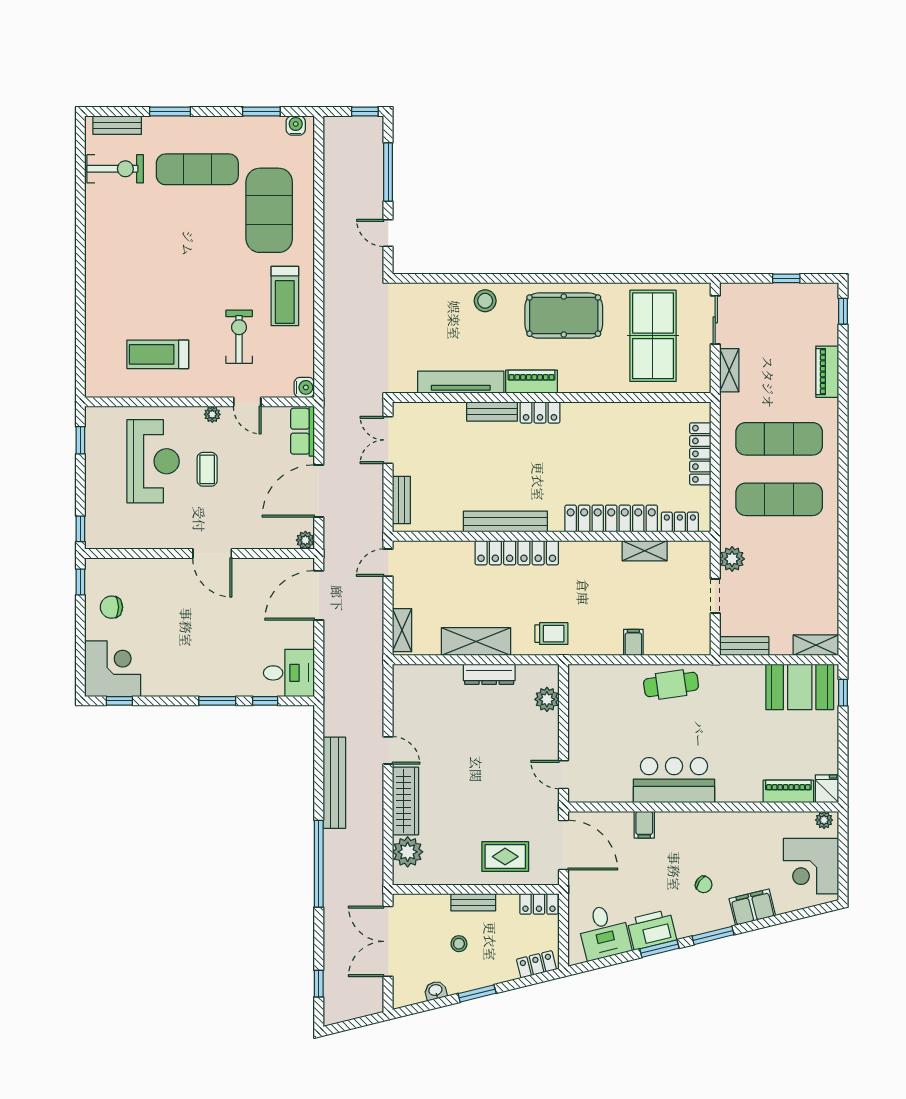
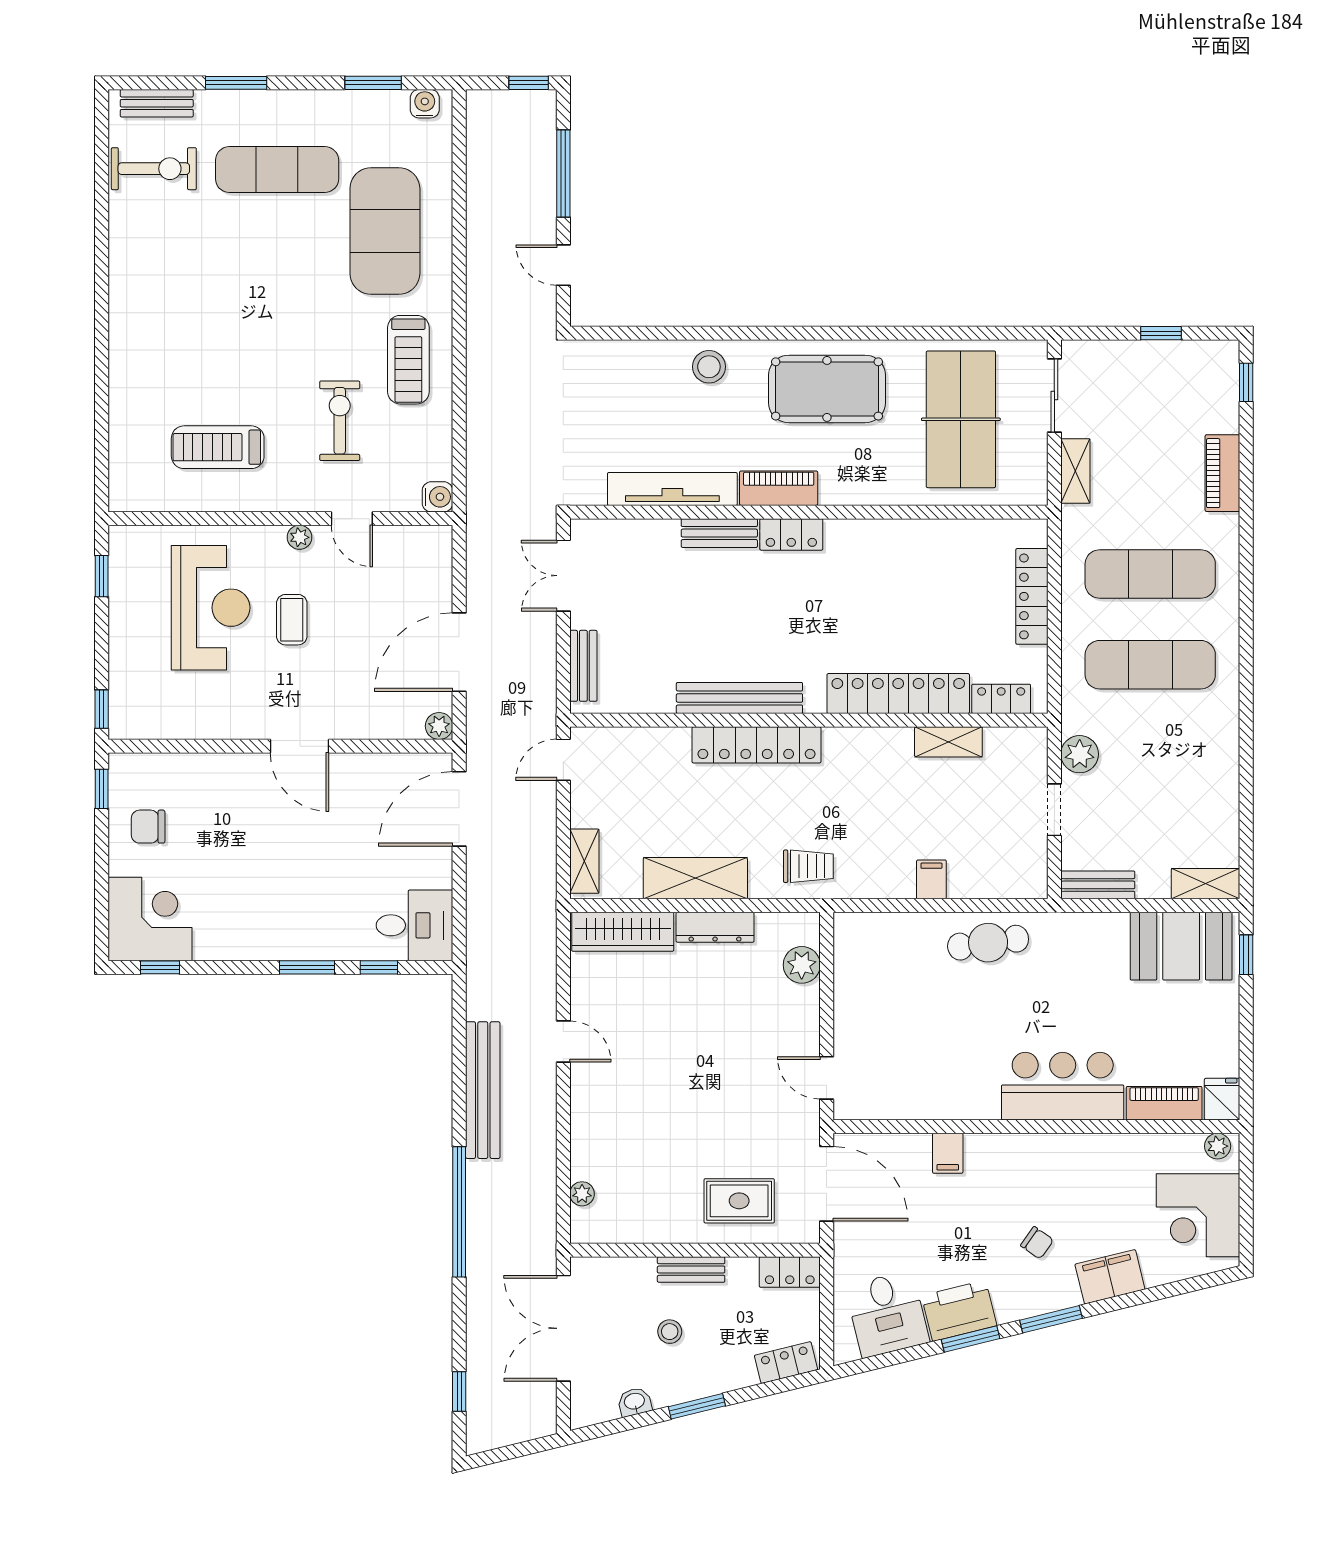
row of seats: (302, 431) -> (435, 562), removed
bar counter: (674, 780) -> (1063, 1086), moved
wardrobe: (405, 801) -> (623, 932), moved, turned 90
plant: (408, 852) -> (582, 1194), width x0.53, depth x0.53

